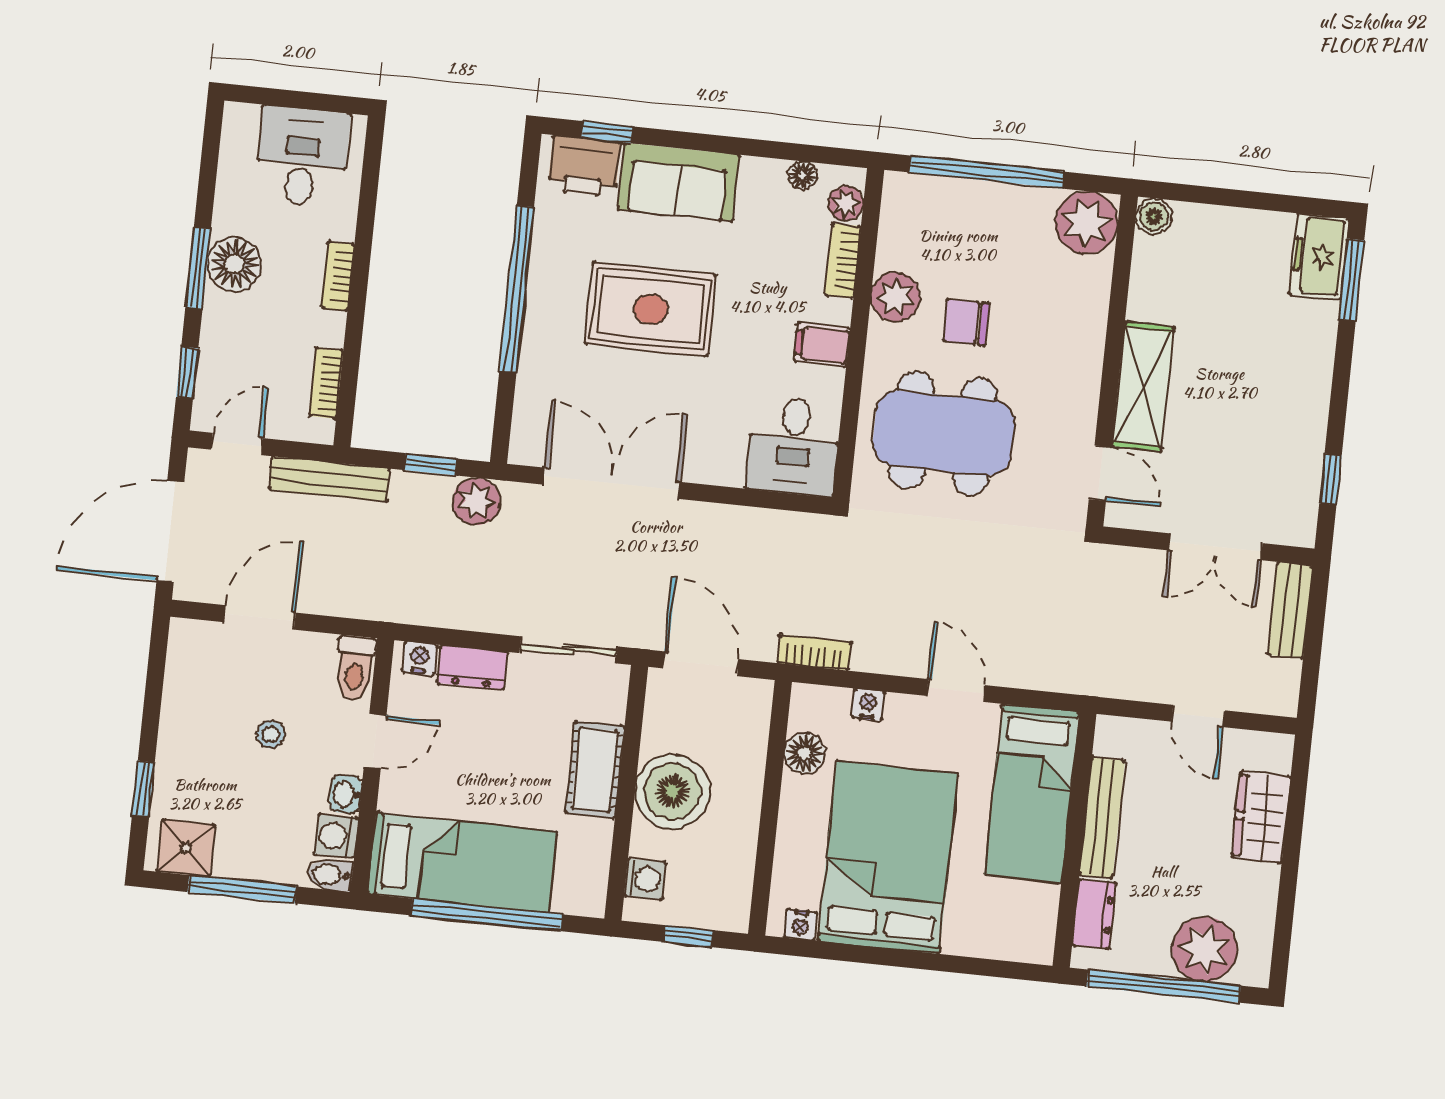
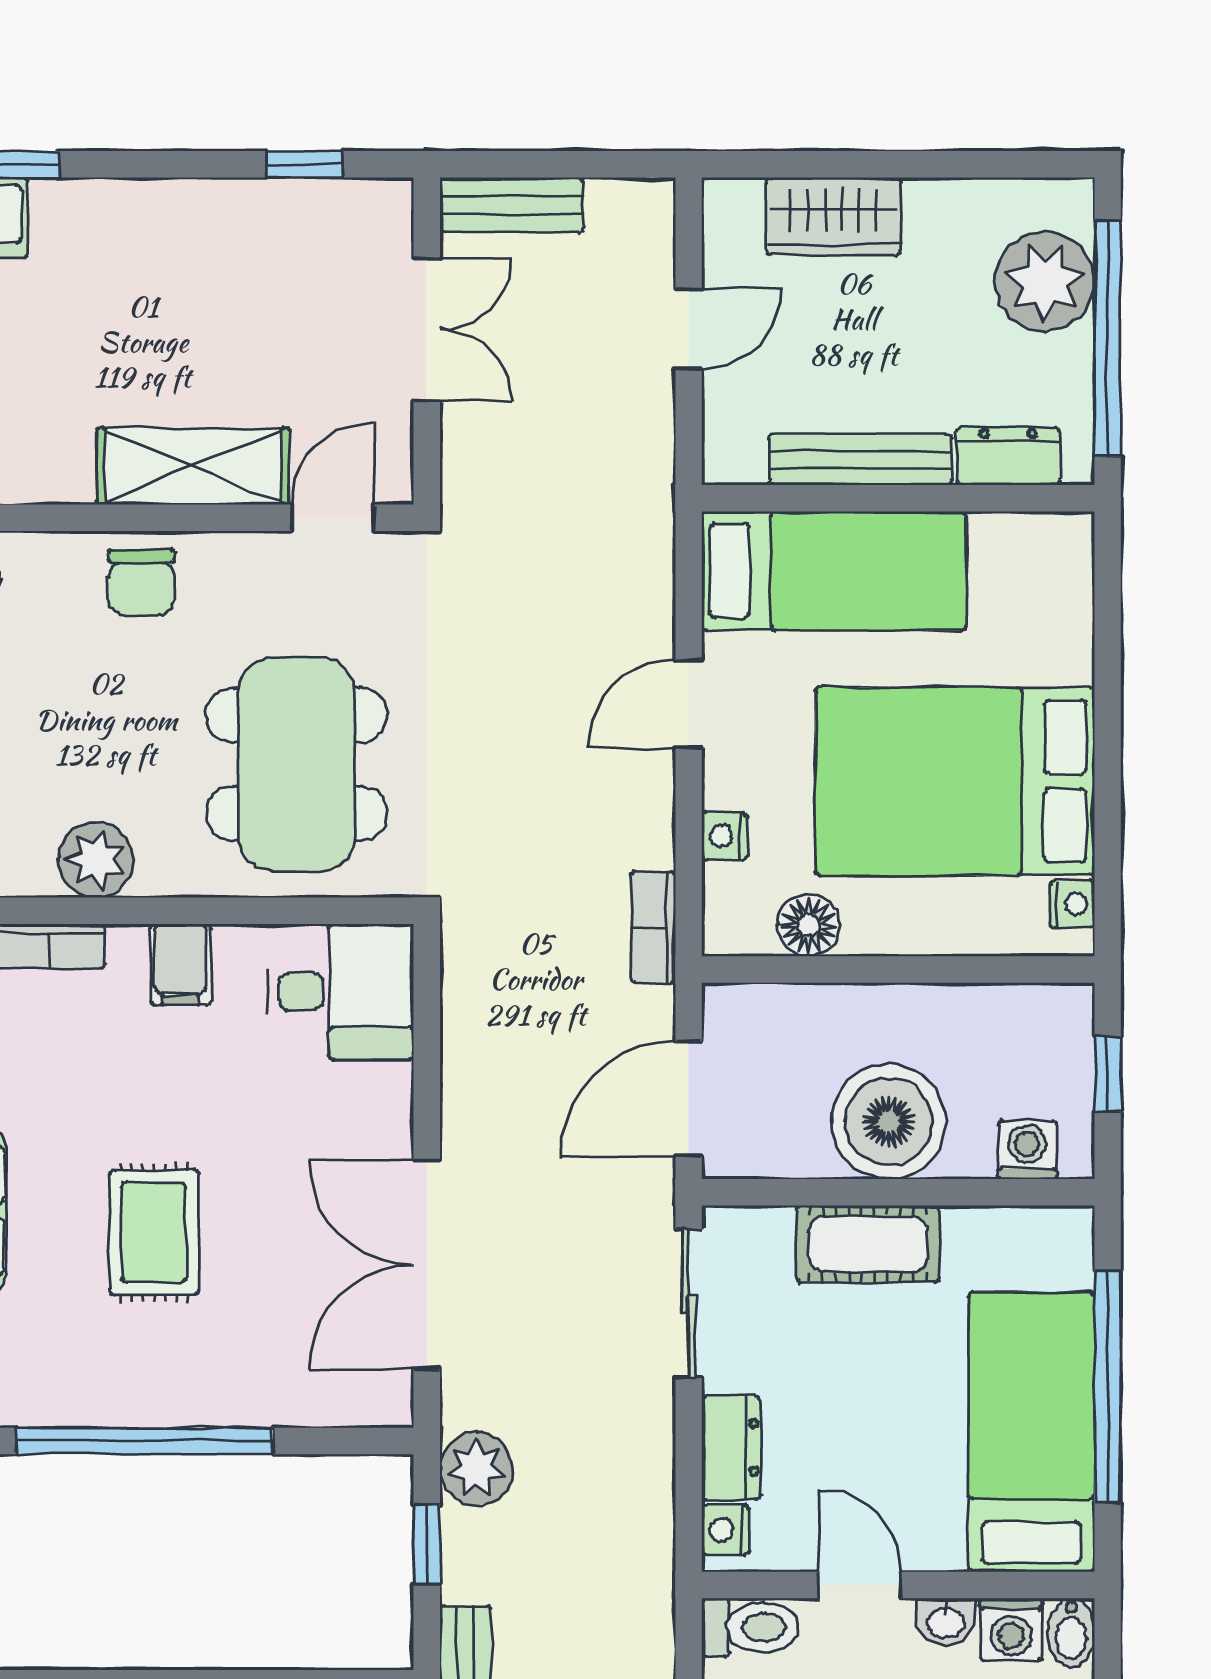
rug: (651, 309) -> (154, 1232), width x0.73, depth x0.70
chair: (966, 322) -> (141, 582), moved

